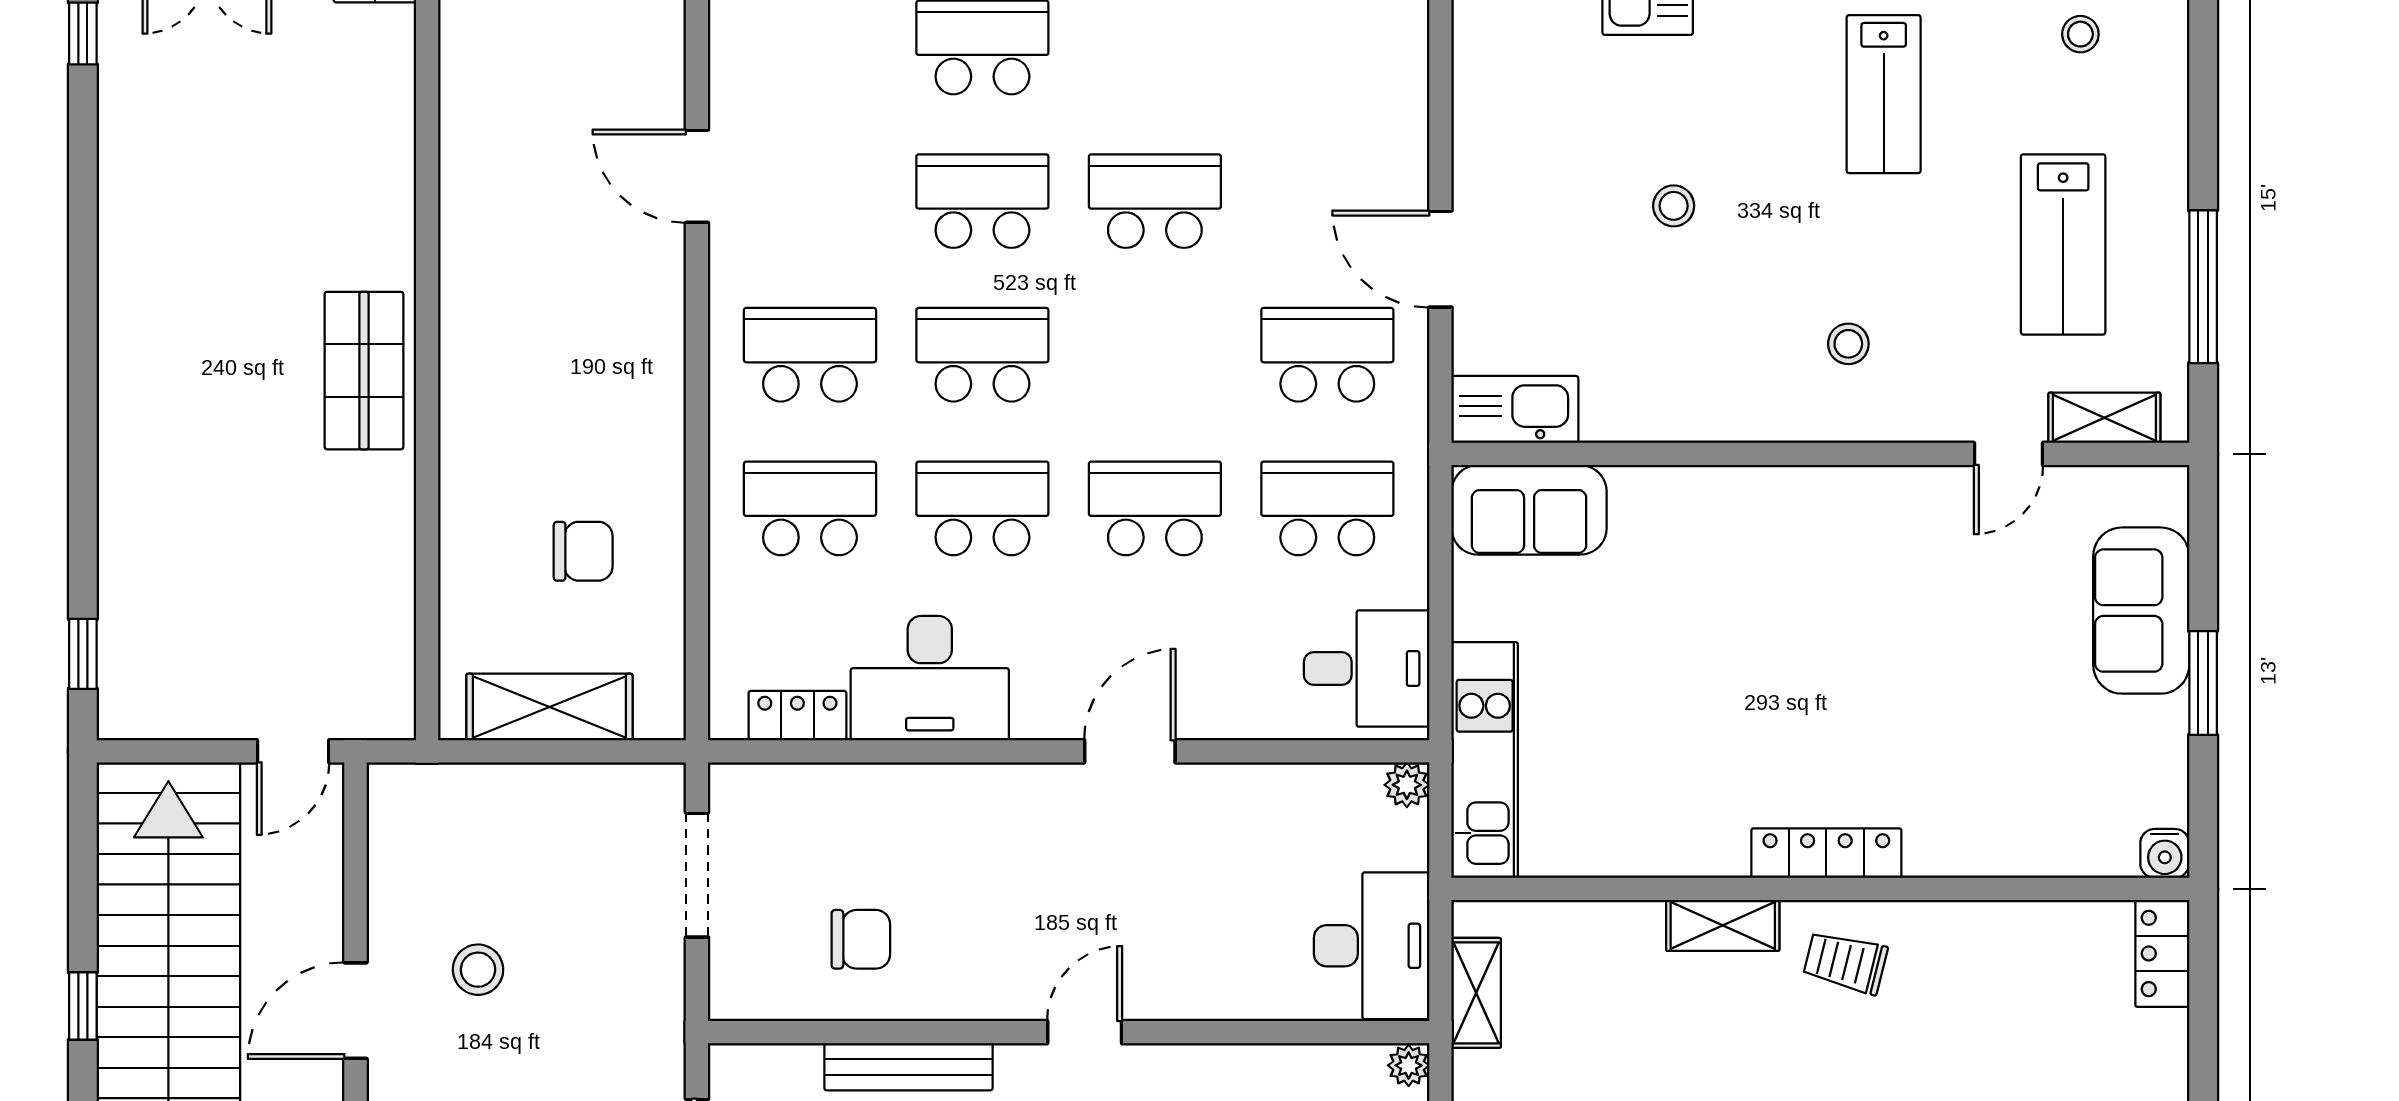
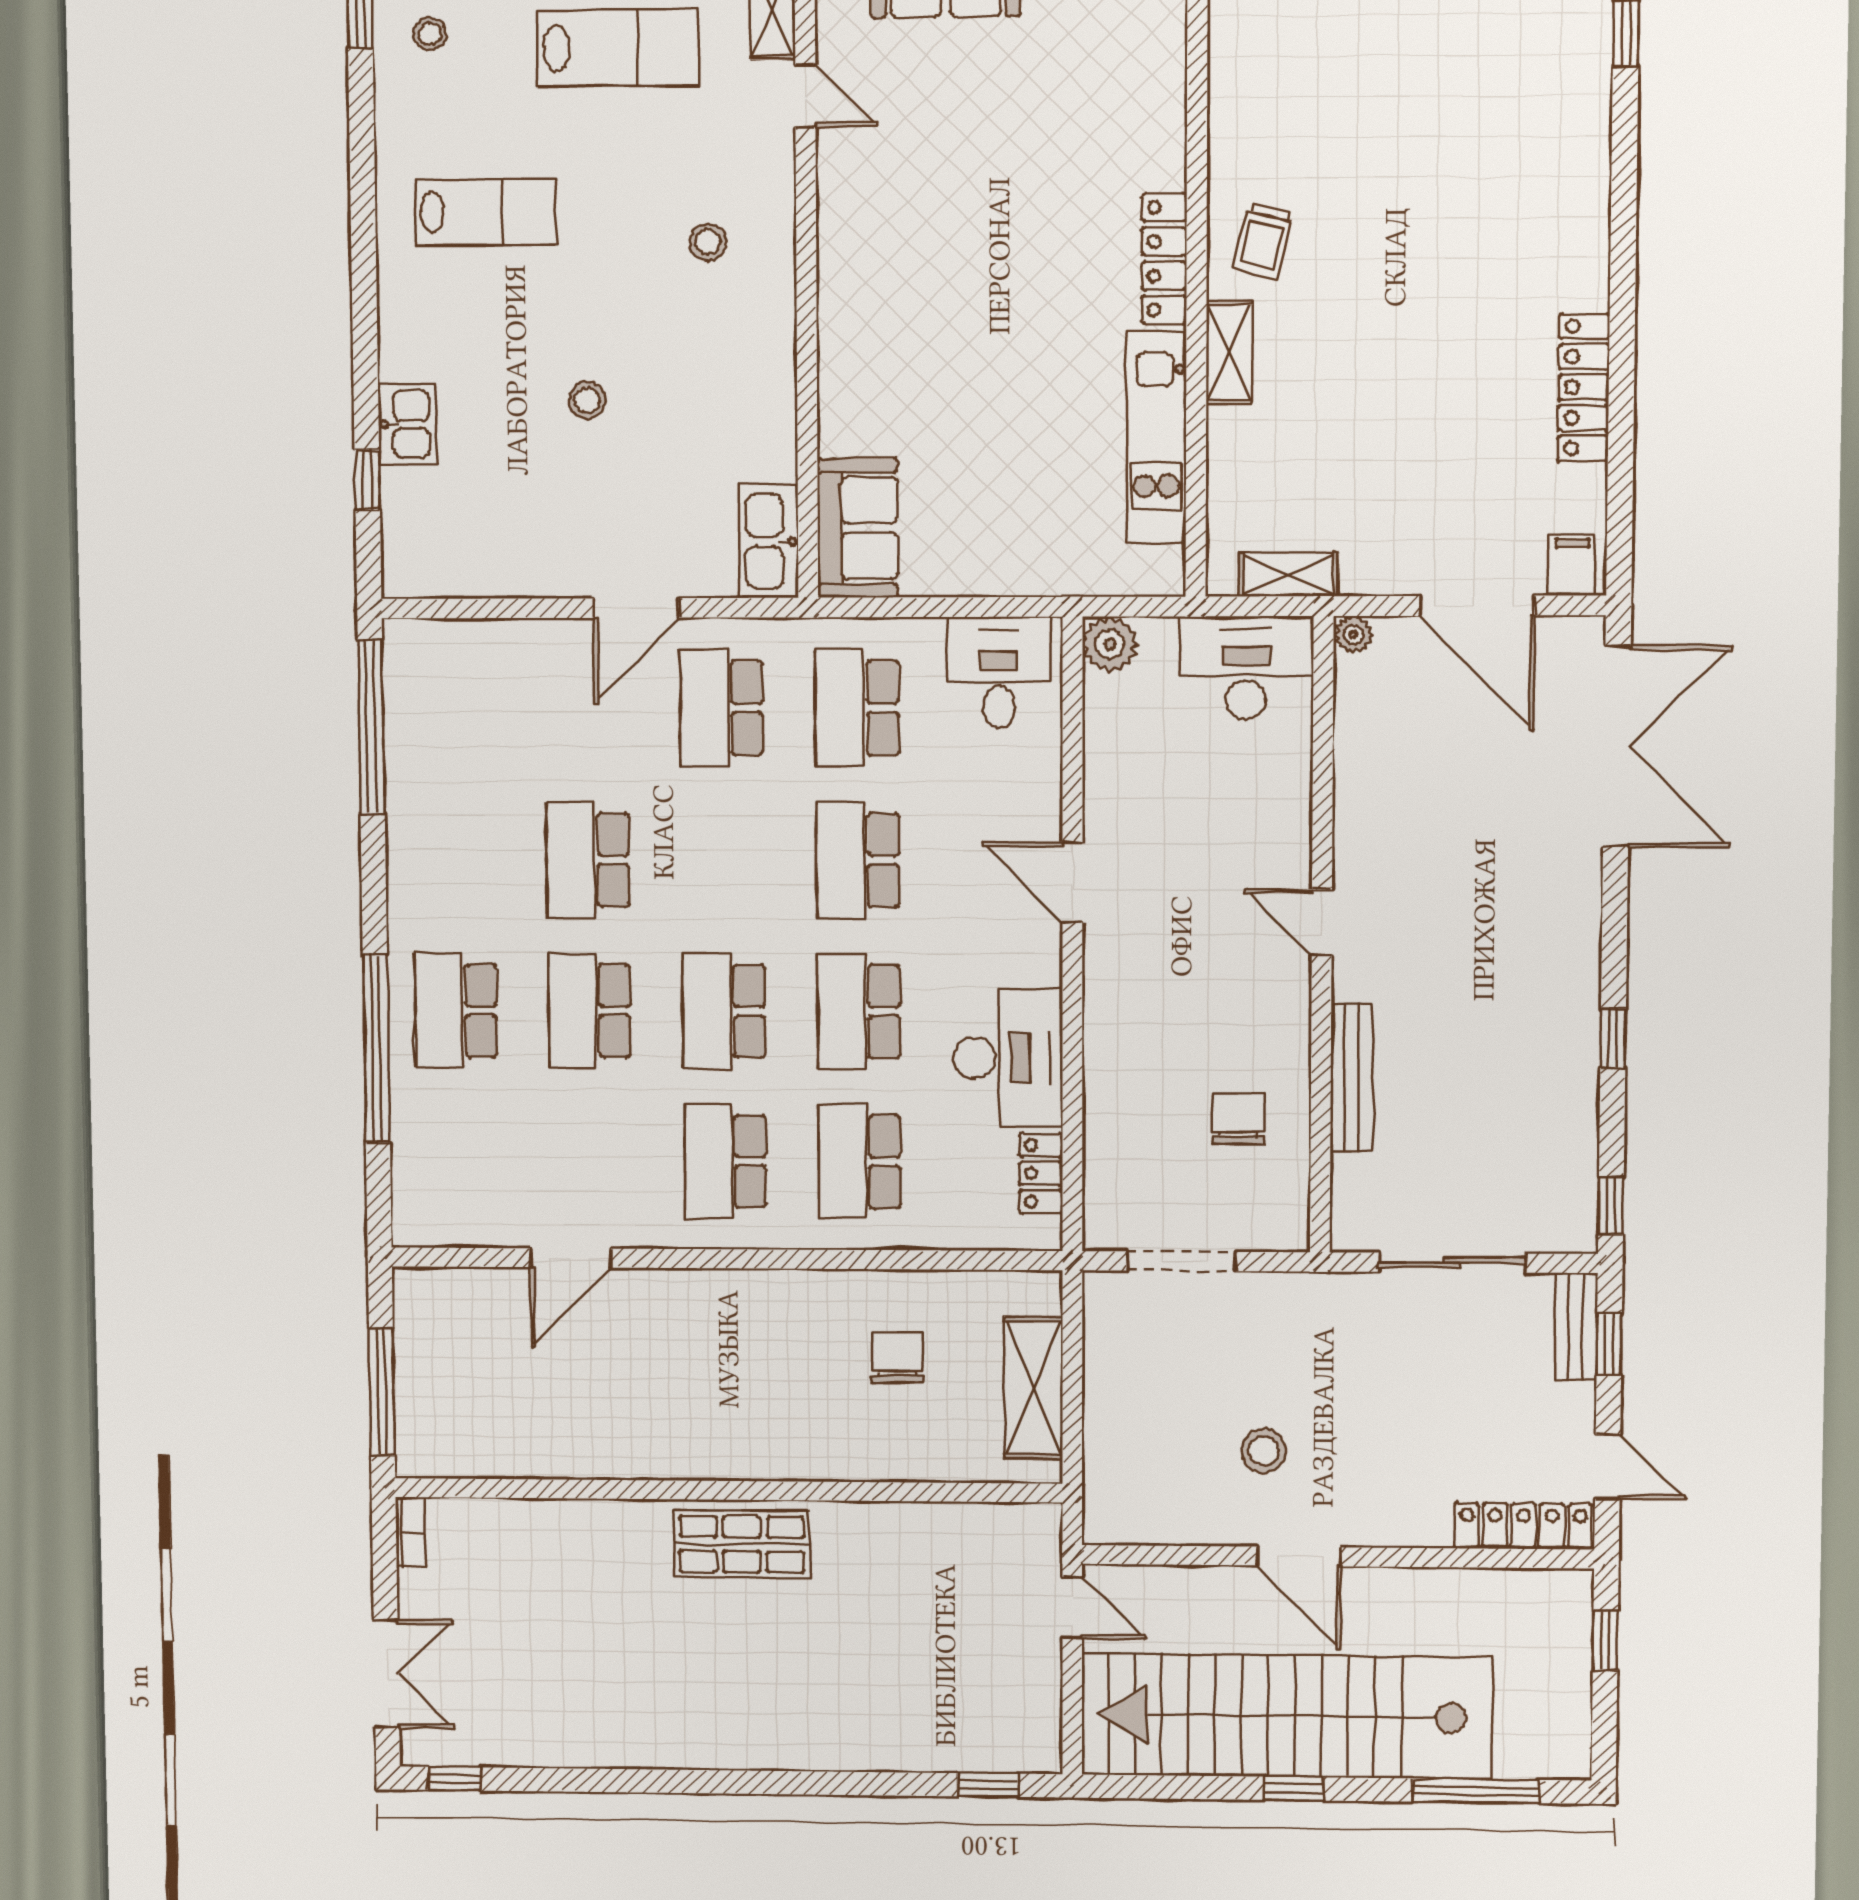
kitchen unit: (1485, 760) -> (1156, 437), moved, turned -90
plant: (1407, 785) -> (1110, 644), width x1.38, depth x1.38

